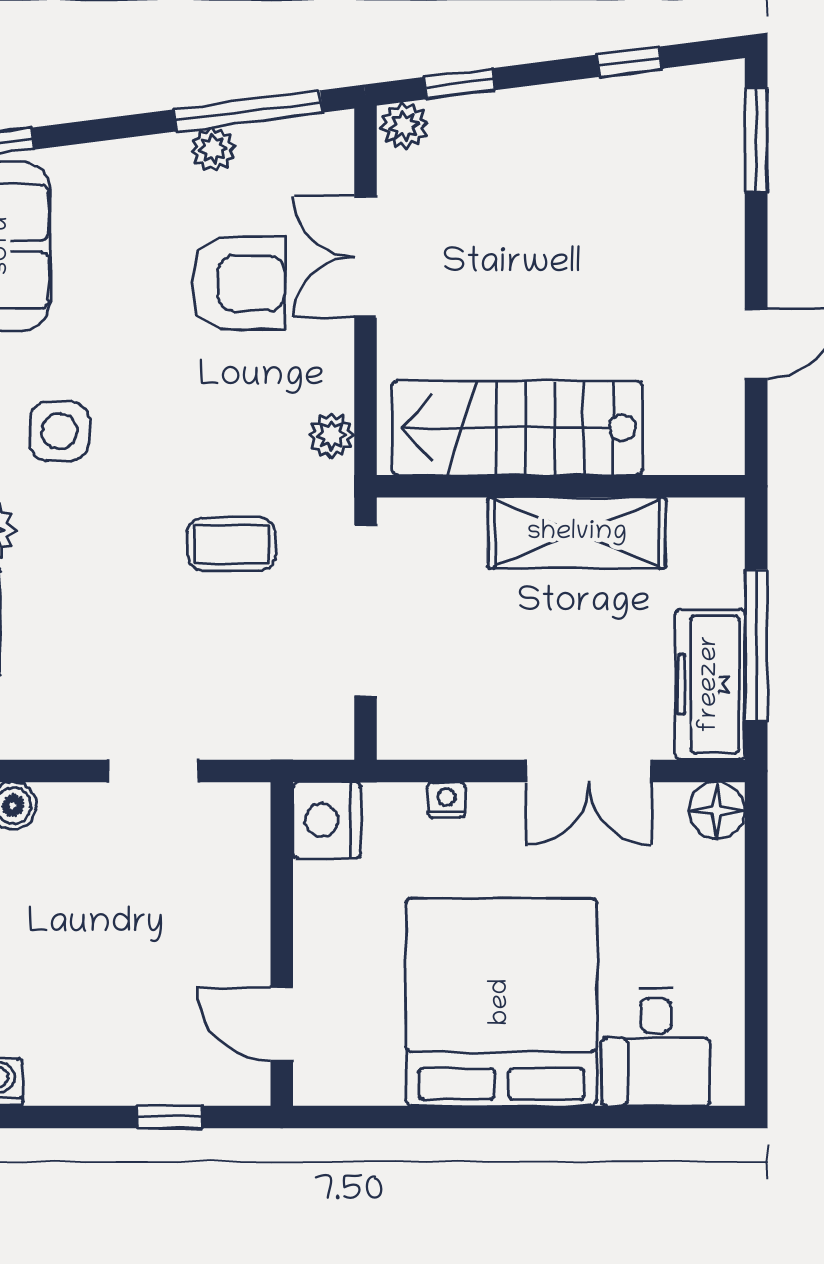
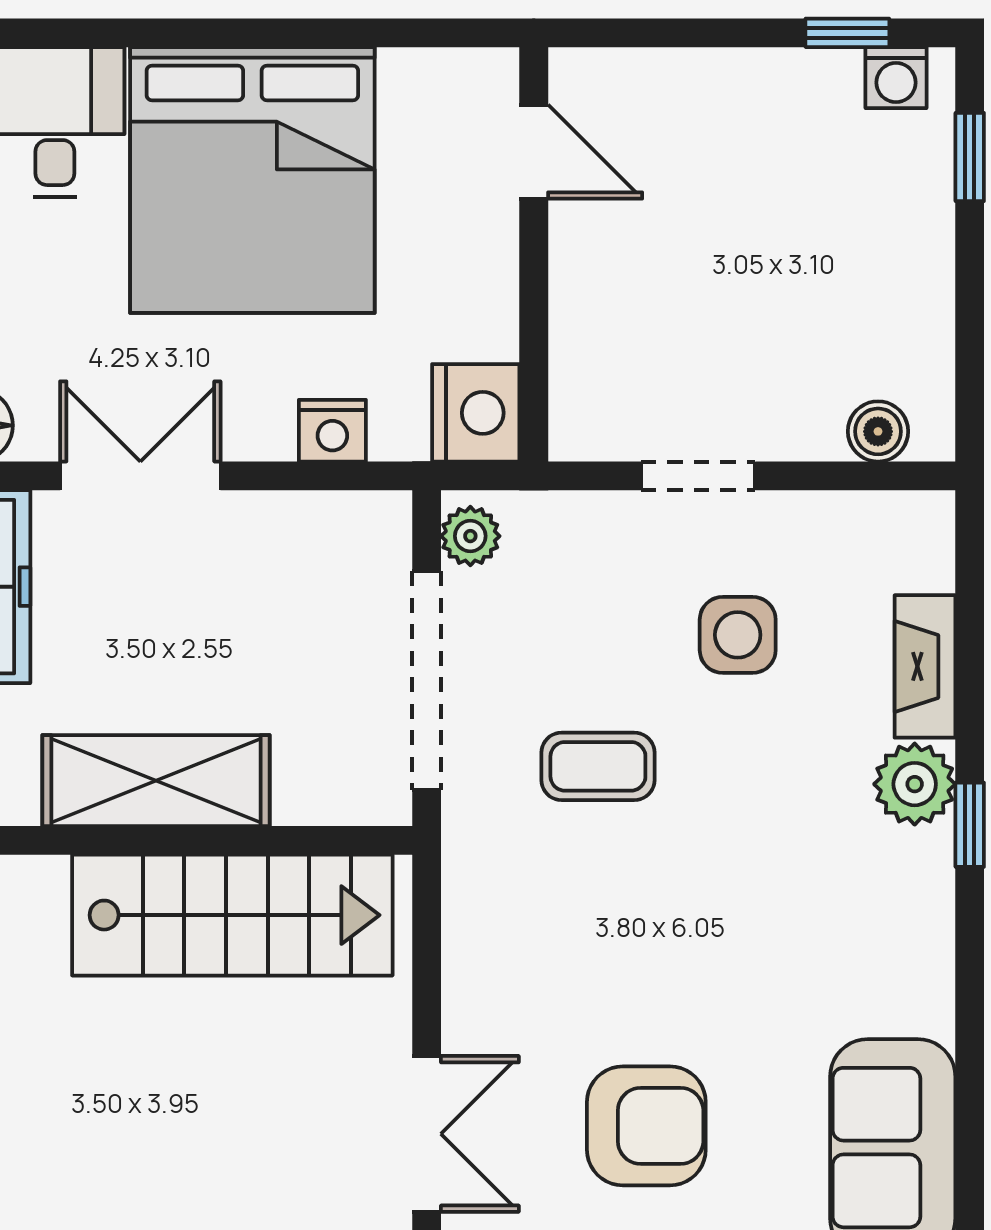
armchair: (238, 283) -> (646, 1126), moved, turned 180
side table: (59, 431) -> (738, 635), moved
plant: (331, 435) -> (470, 536), moved
nightstand: (446, 800) -> (332, 431), width x1.39, depth x1.35
window: (170, 1117) -> (847, 33), moved

